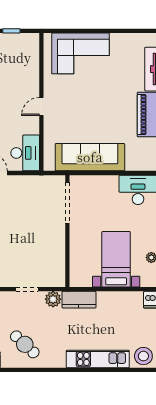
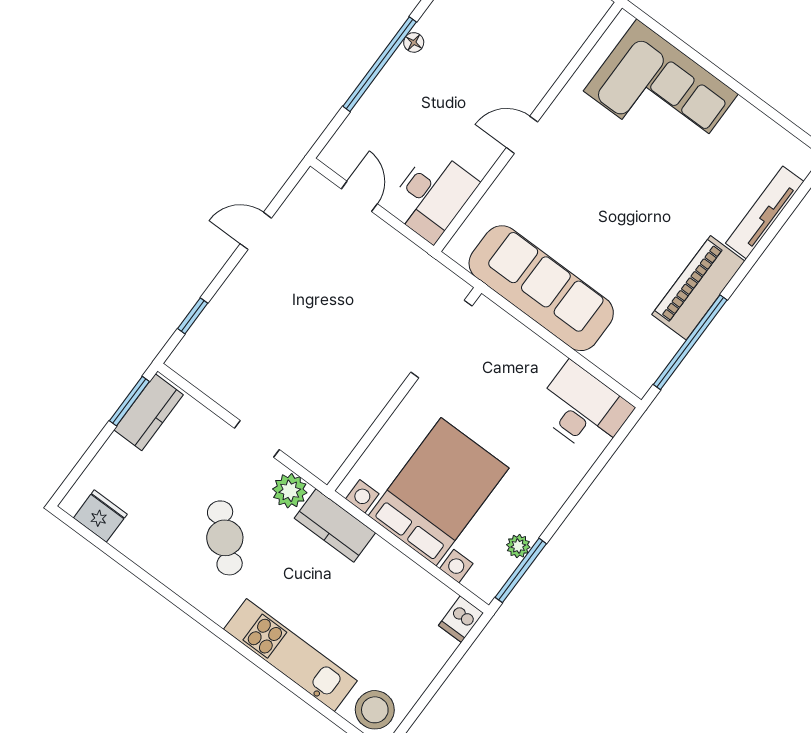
bed with nightstands: (116, 259) -> (439, 492), width x1.36
cafe table: (25, 344) -> (225, 538), moved

